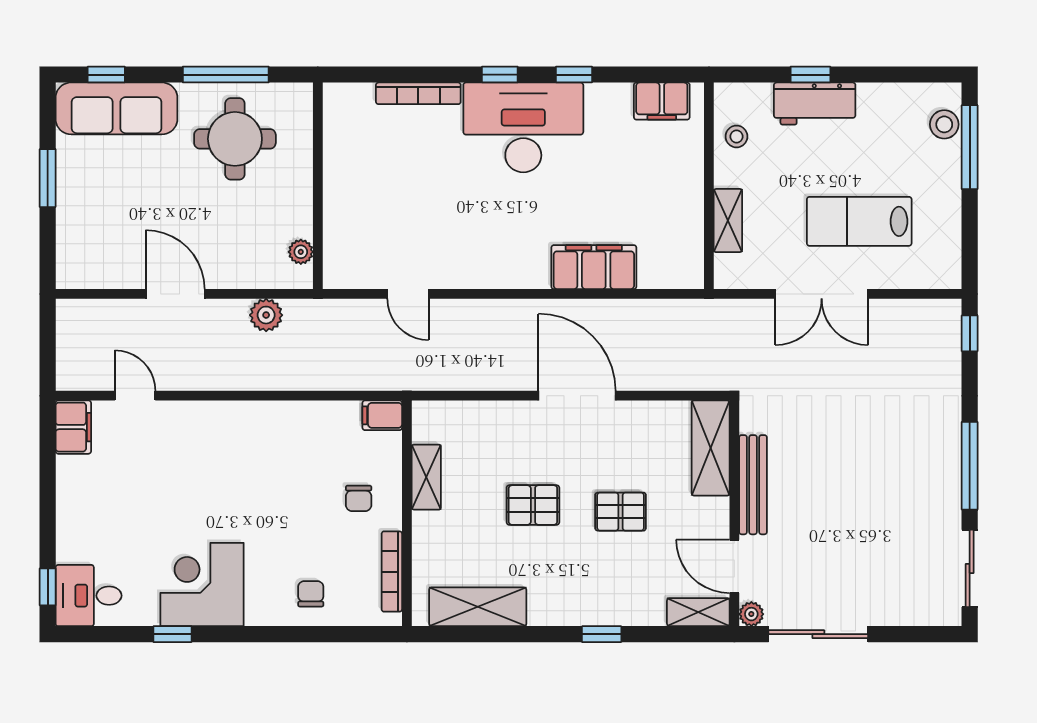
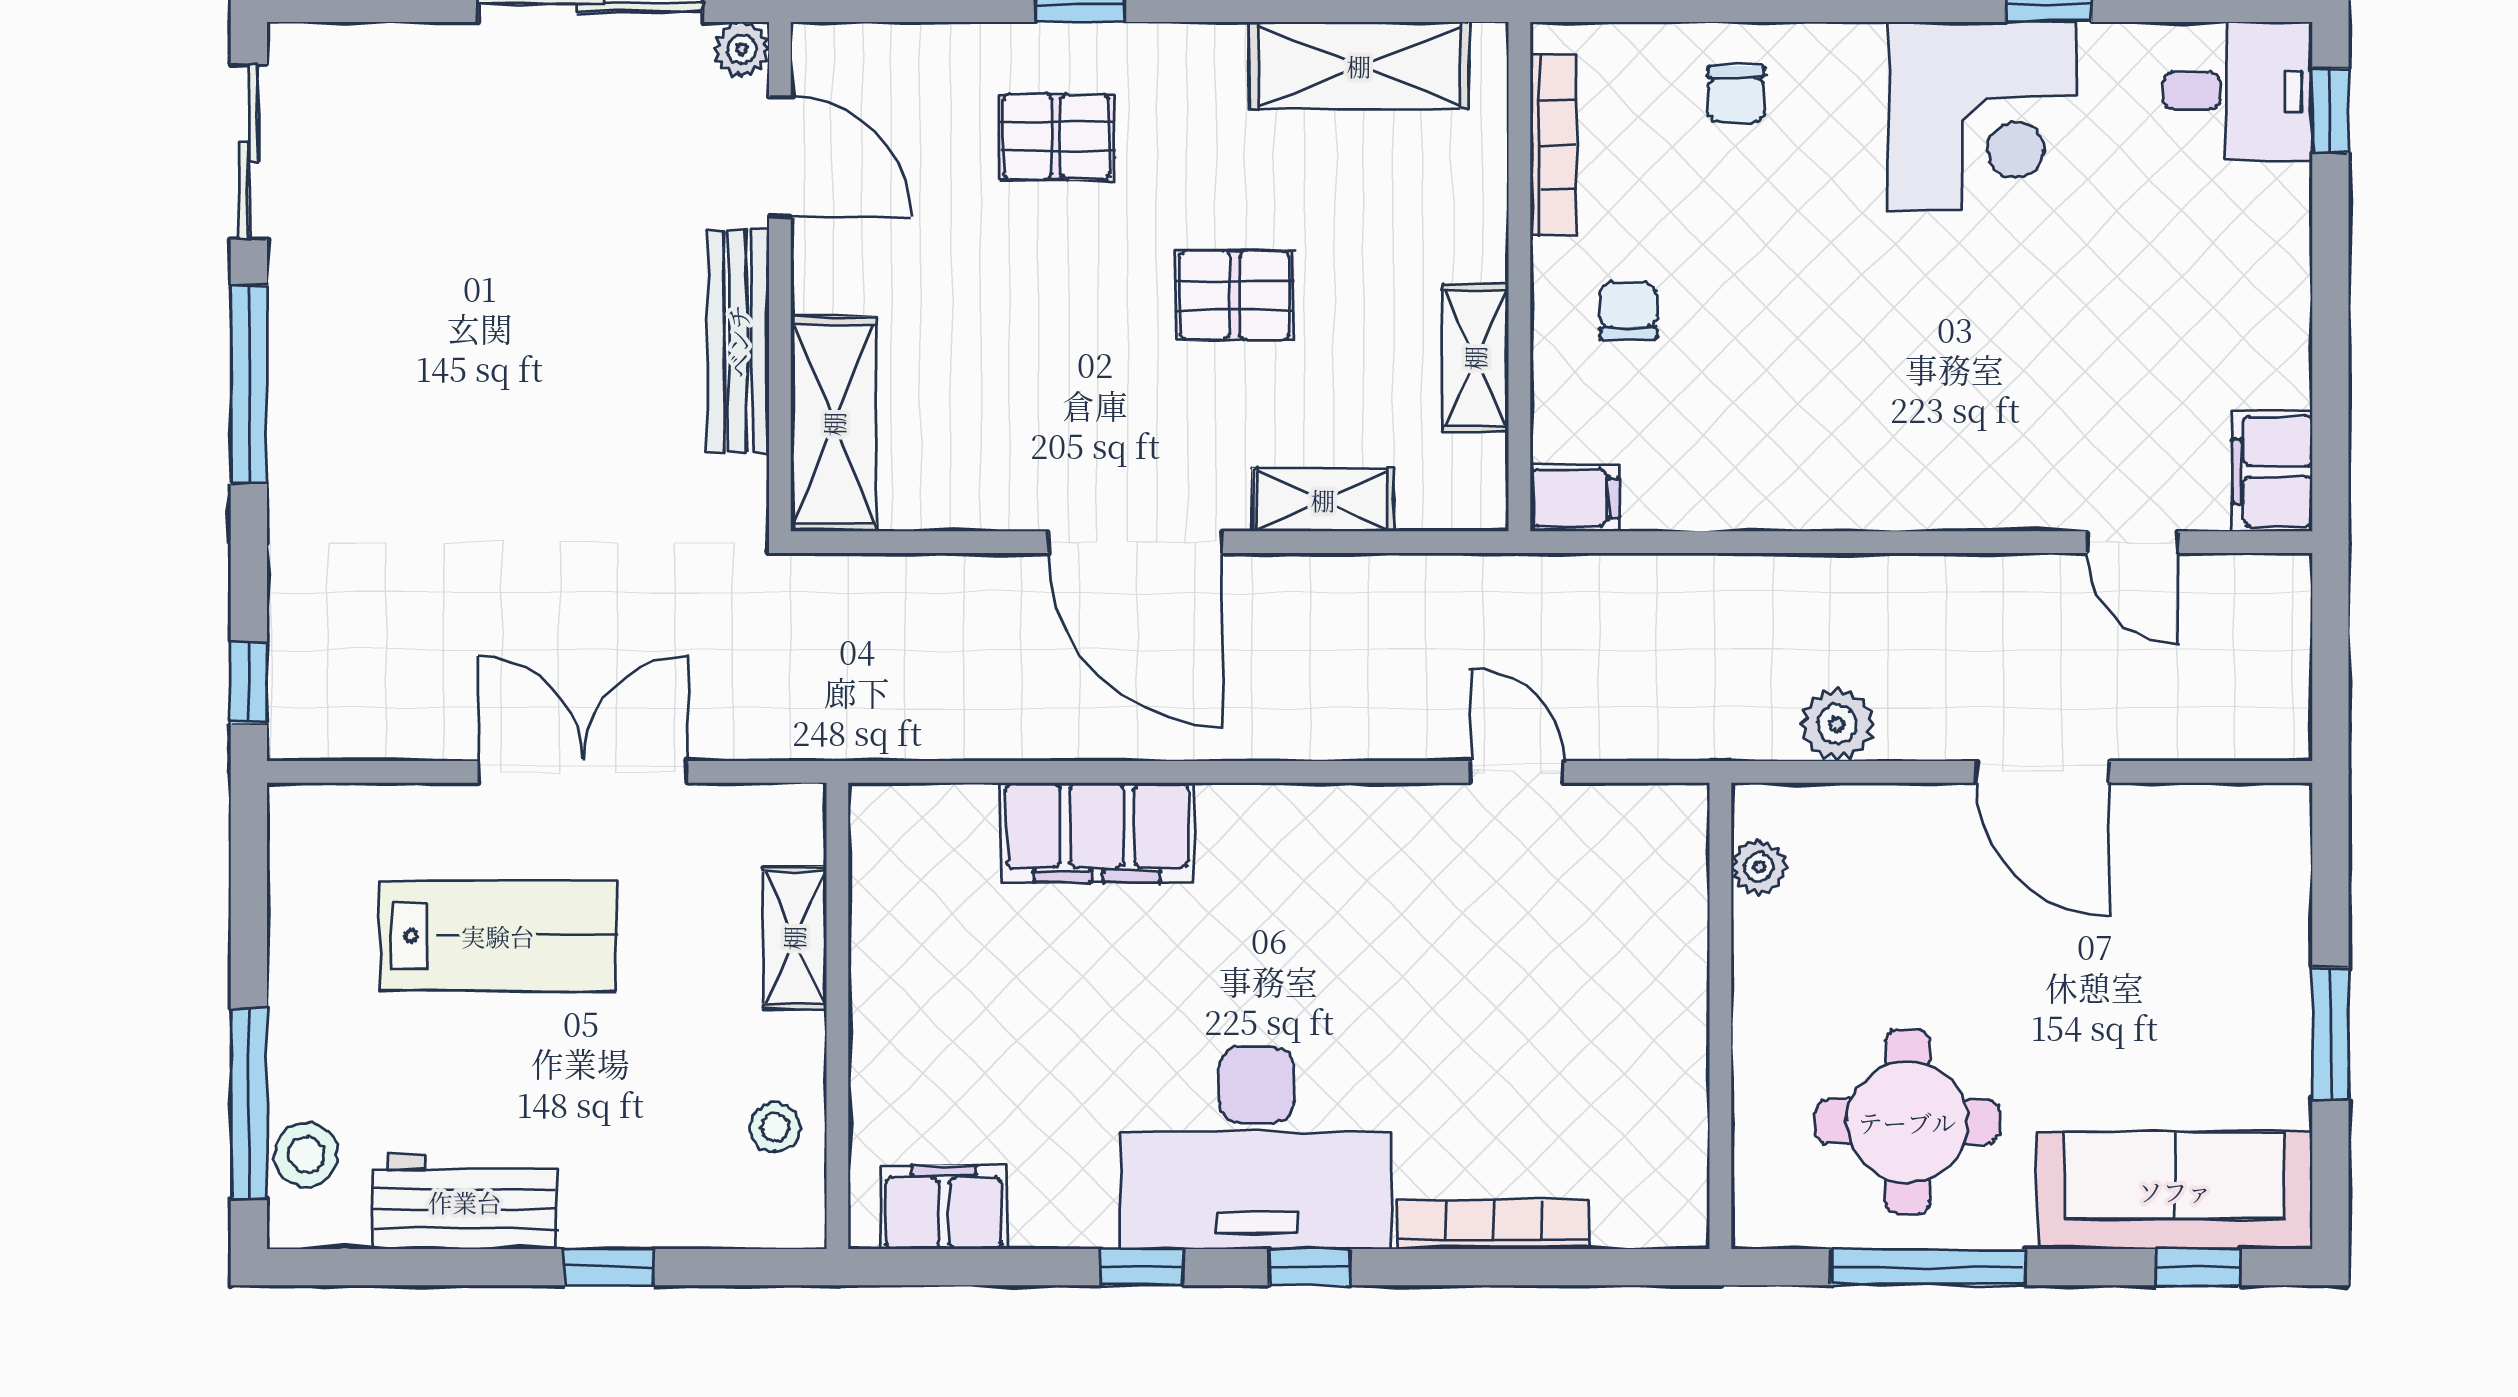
workbench: (815, 104) -> (465, 1202), moved
pallet: (621, 512) -> (1056, 137), moved
shelving: (698, 612) -> (1323, 500), moved

